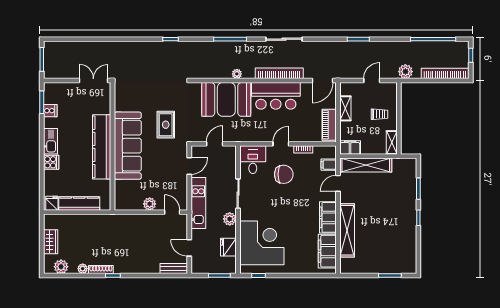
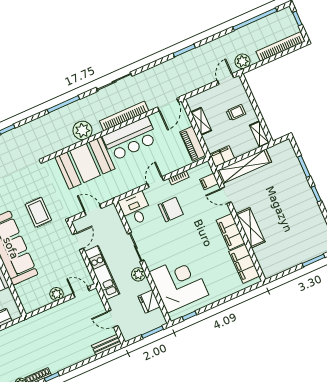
plant: (237, 74) -> (82, 130), width x1.88, depth x1.88
door: (372, 81) -> (226, 79), moved
door: (215, 144) -> (93, 210), hinge flipped
door: (338, 183) -> (226, 195), hinge flipped
shelving: (347, 230) -> (251, 228), width x0.68

